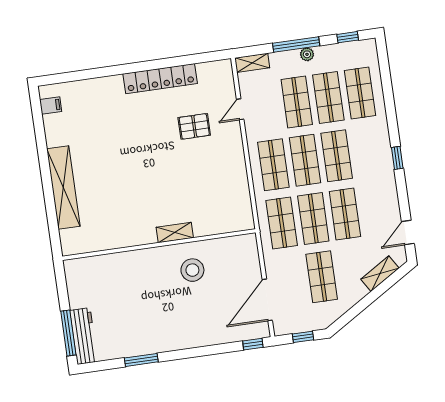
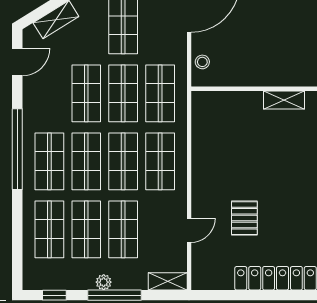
pallet: (194, 126) -> (244, 218), turned 90
shop shelf: (368, 151) -> (49, 161), added
window: (397, 158) -> (17, 149), width x3.17
stool: (192, 270) -> (202, 62), moved, width x0.53, depth x0.53

